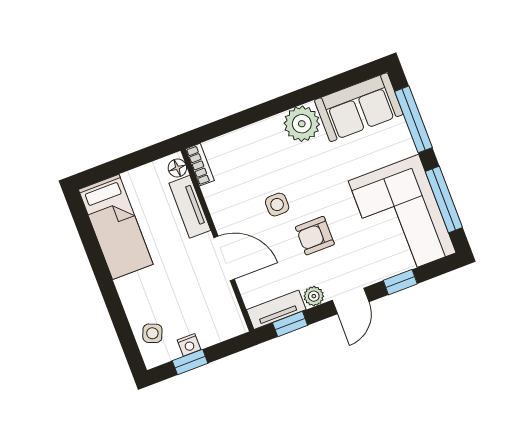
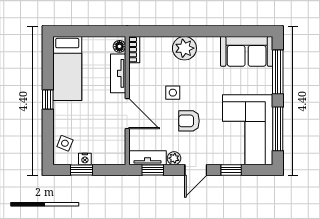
plant: (302, 124) -> (184, 48), moved
window: (105, 281) -> (48, 100), added

